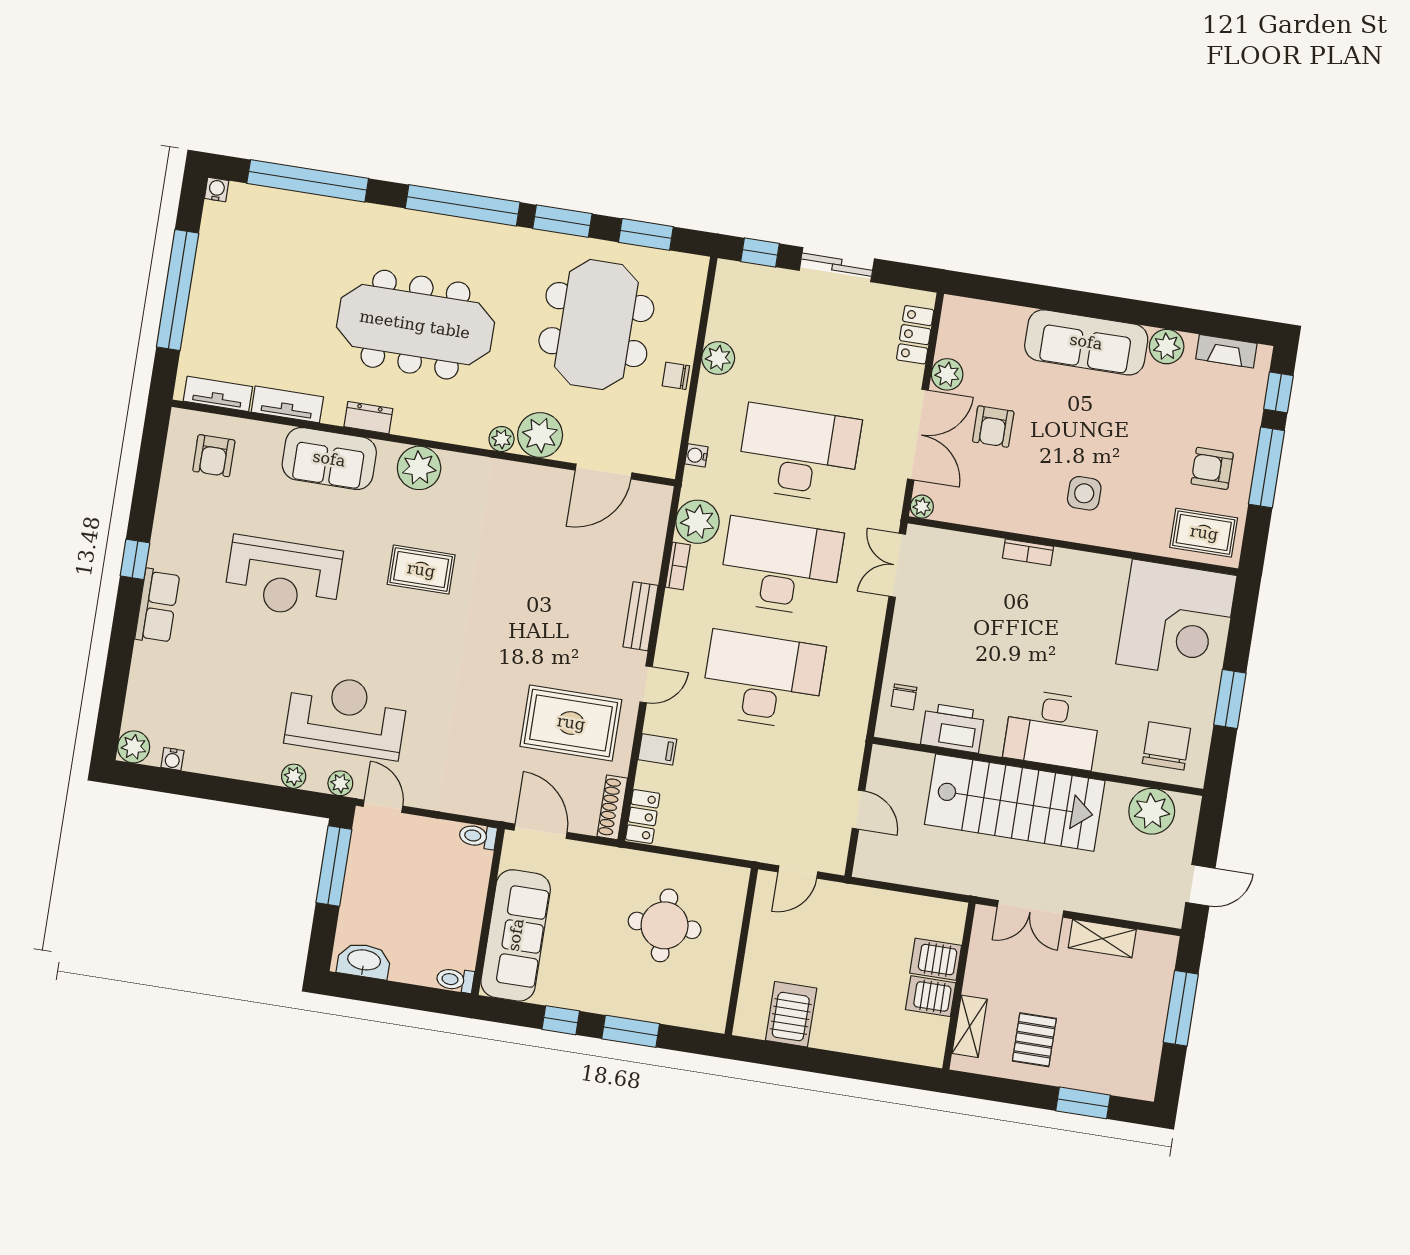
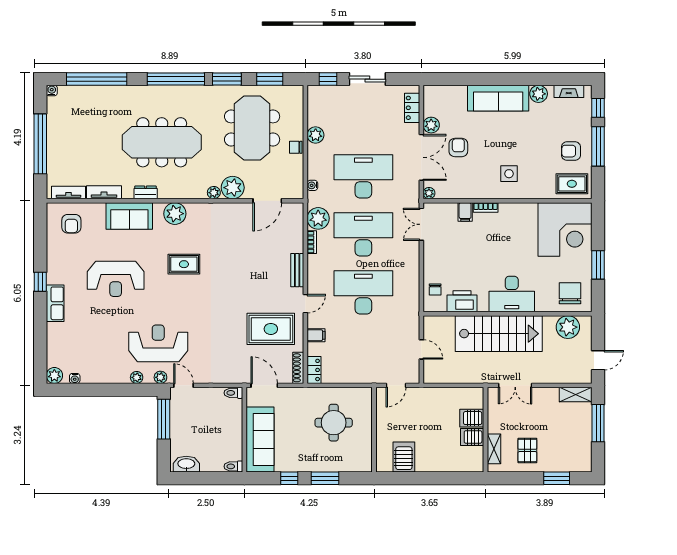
armchair: (993, 427) -> (458, 148), turned 180
filing cabinet: (986, 555) -> (465, 212), added
shelving: (1102, 939) -> (576, 395), moved

